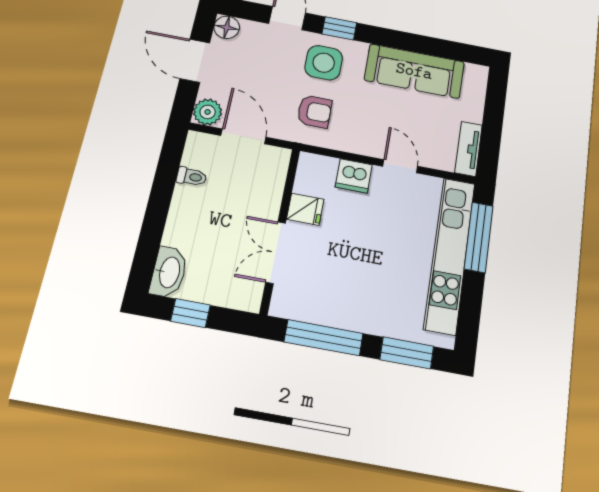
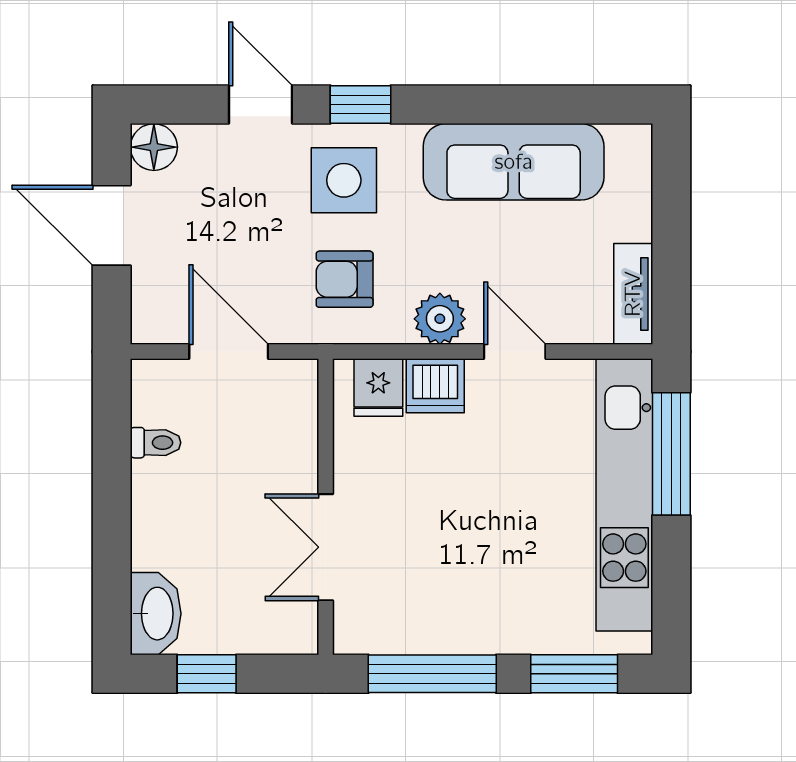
plant: (208, 112) -> (440, 319), moved
armchair: (314, 112) -> (345, 279), turned 180
fridge: (305, 209) -> (378, 387), moved, turned 90

